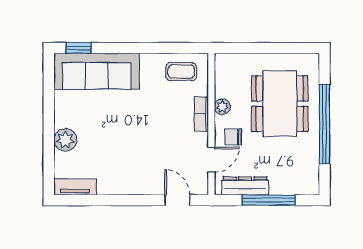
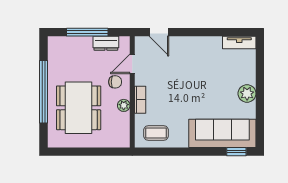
plant: (65, 140) -> (247, 93), moved
dresser: (245, 186) -> (106, 43), width x0.70

